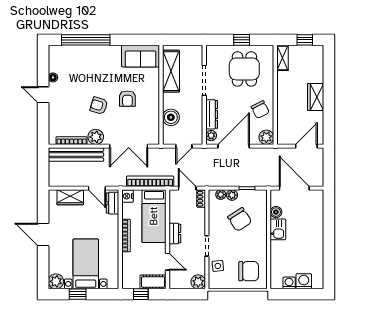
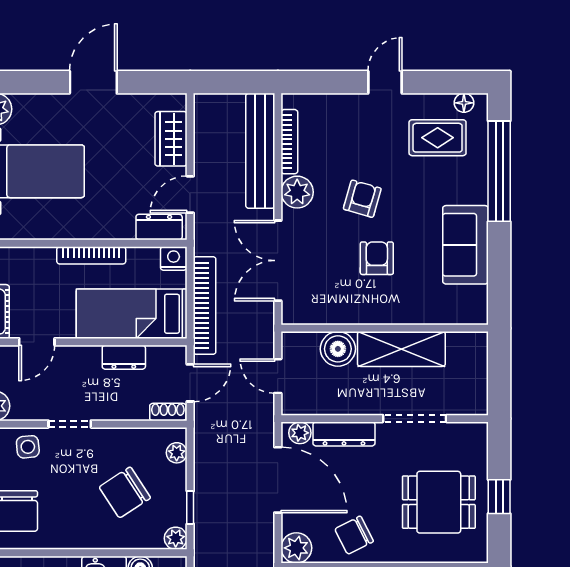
sofa: (141, 56) -> (465, 245), moved
rug: (70, 70) -> (438, 138), added
shelving: (171, 71) -> (401, 349), moved
floor lamp: (53, 77) -> (464, 103), moved
armchair: (127, 99) -> (377, 258), turned 90
plant: (232, 195) -> (176, 538), moved
dresser: (175, 234) -> (124, 357), moved

